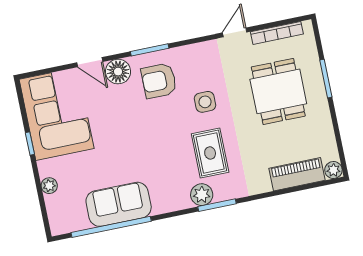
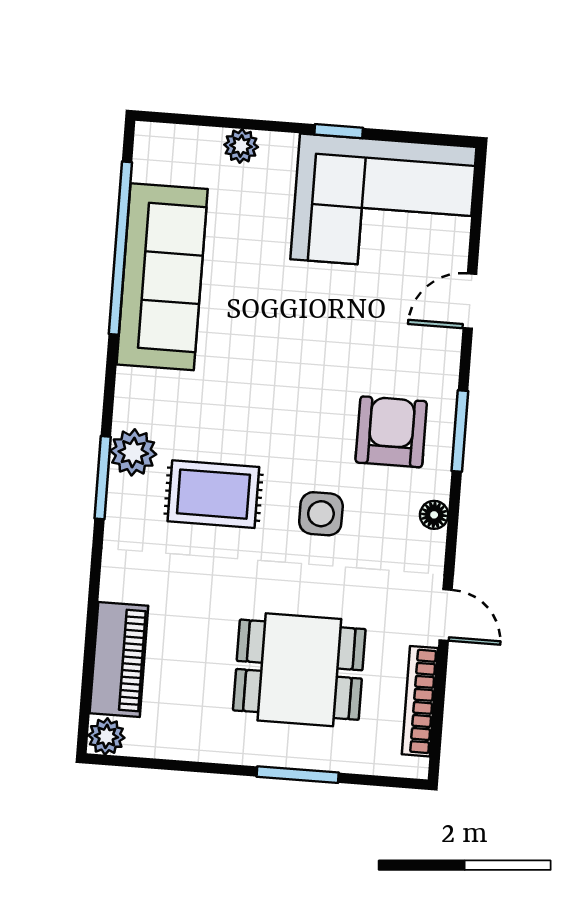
floor lamp: (118, 72) -> (434, 515), moved, width x0.53, depth x0.53
sofa: (119, 204) -> (162, 277), width x1.36

